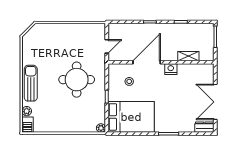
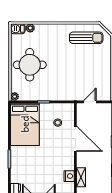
door: (107, 46) -> (90, 102), swing flipped
nightstand: (171, 69) -> (69, 176), moved
round table: (77, 80) -> (30, 65), moved
sun lounger: (31, 83) -> (86, 38), moved

